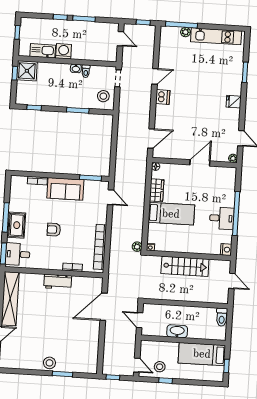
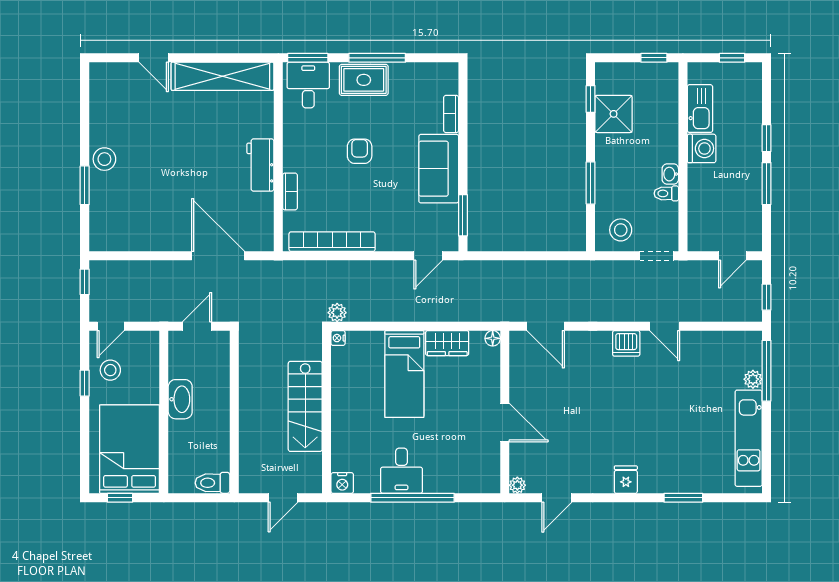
shower: (27, 71) -> (614, 114), moved
bed: (202, 354) -> (130, 449), width x1.50

